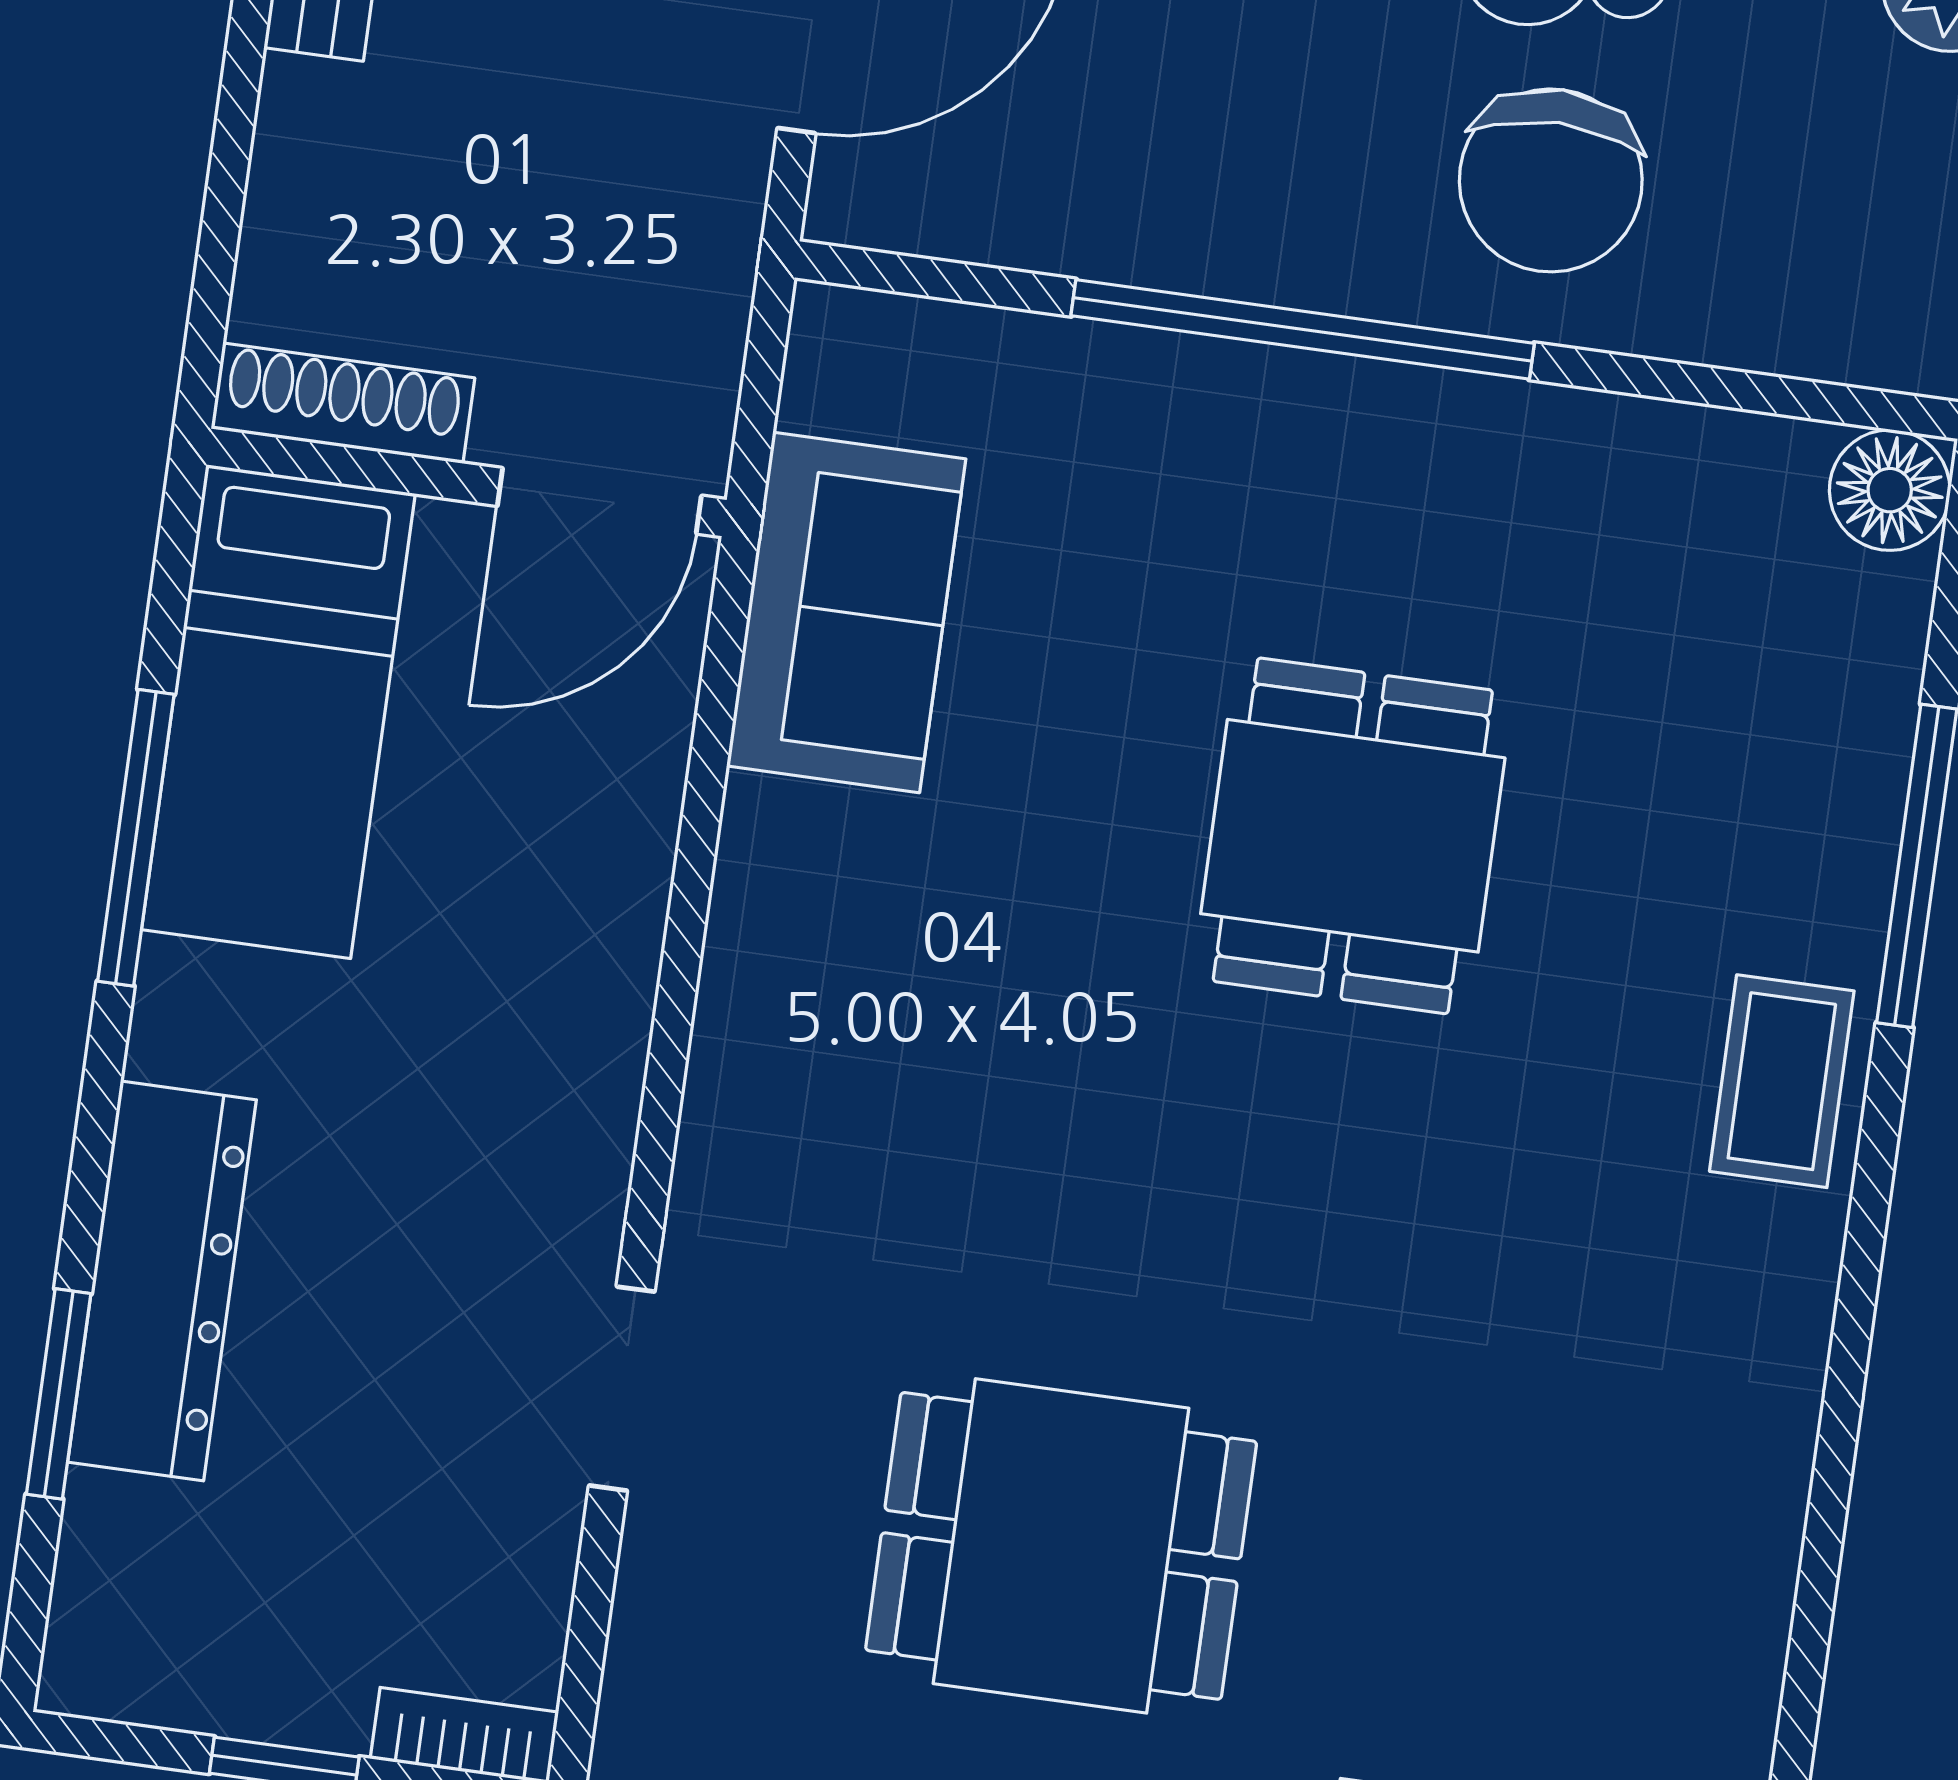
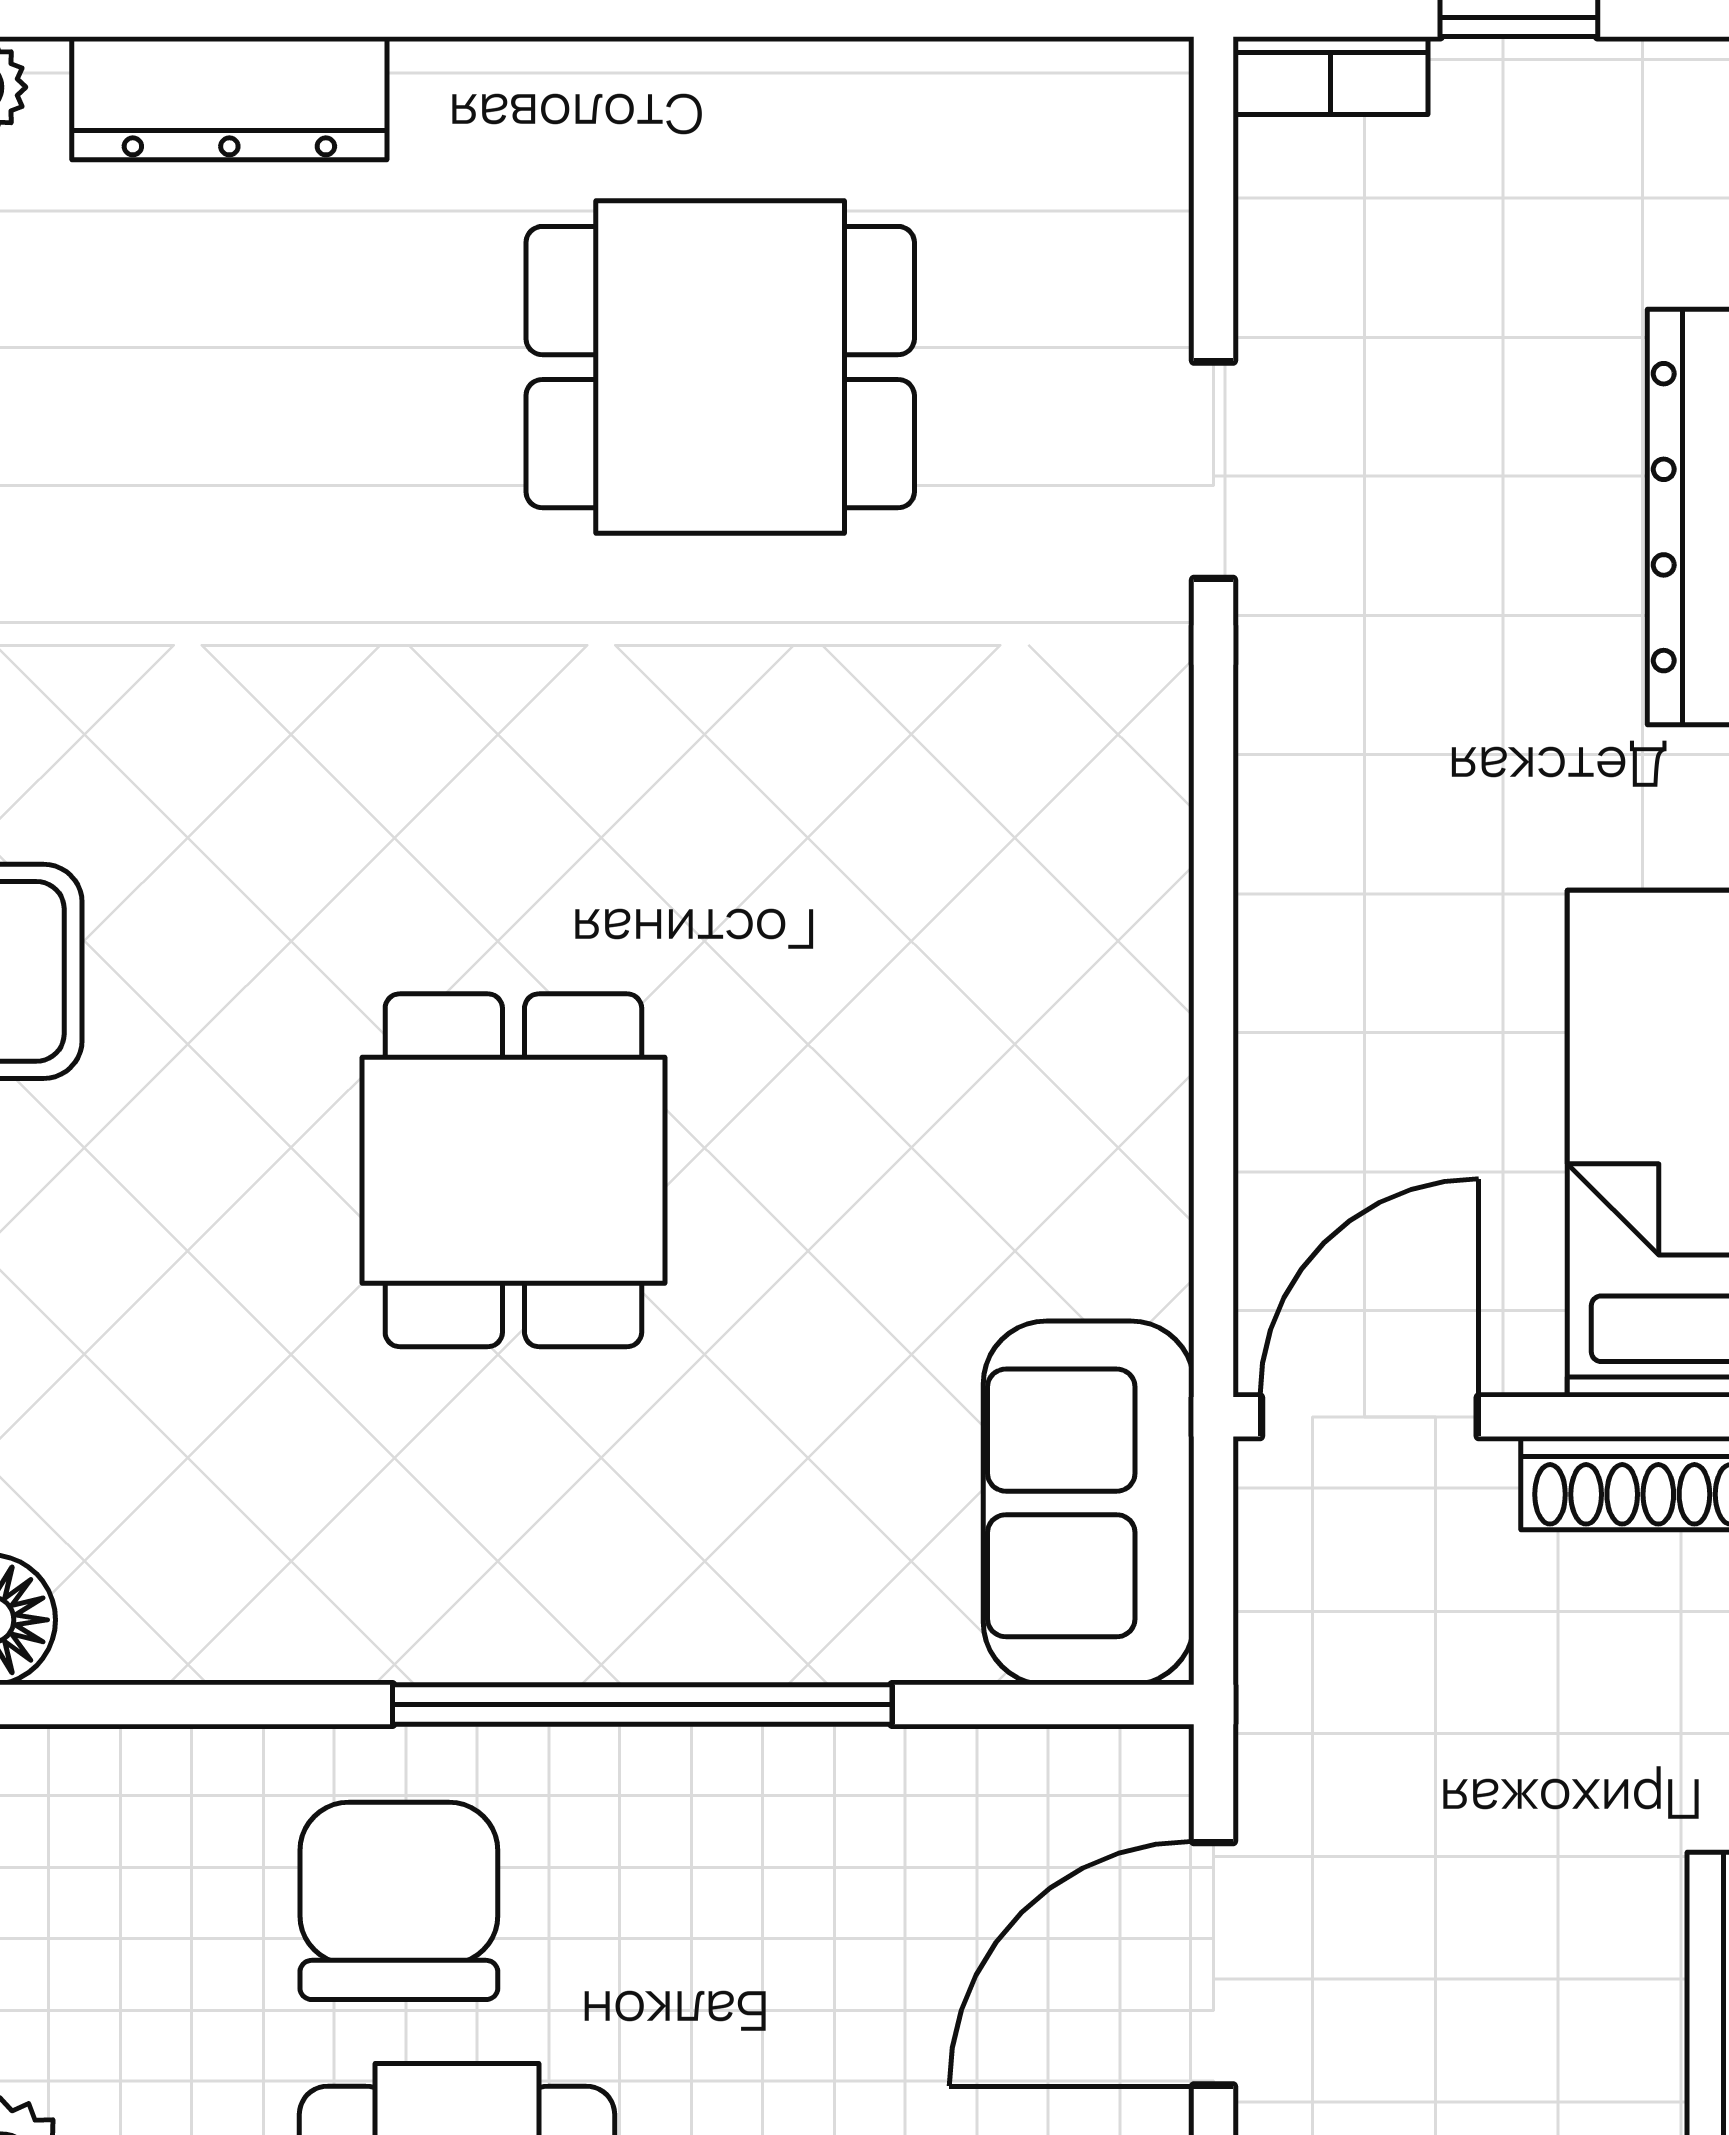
sofa: (846, 612) -> (1089, 1503), moved

